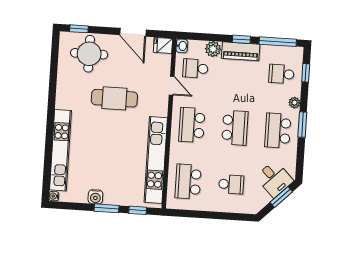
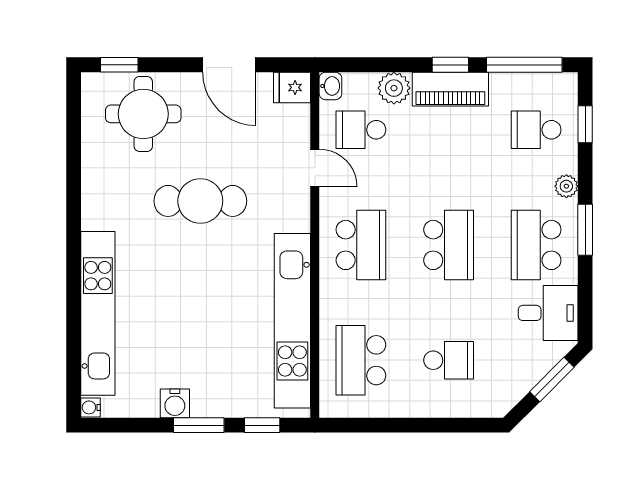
school desk: (192, 125) -> (361, 245), turned 180
desk: (274, 179) -> (548, 313), moved, turned -45

